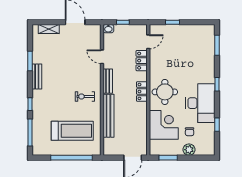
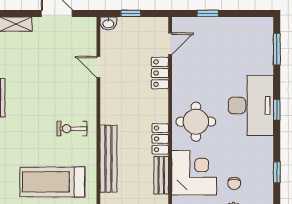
bench: (108, 81) -> (161, 175), moved
locker: (142, 91) -> (160, 139), moved
desk: (200, 103) -> (251, 105), moved
treadmill: (72, 131) -> (52, 182), turned 180

